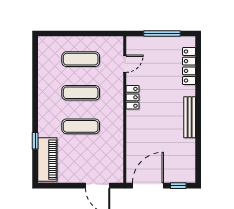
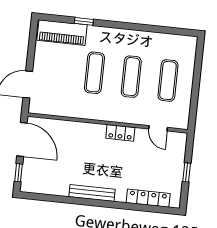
window: (162, 34) -> (187, 172), width x0.46

